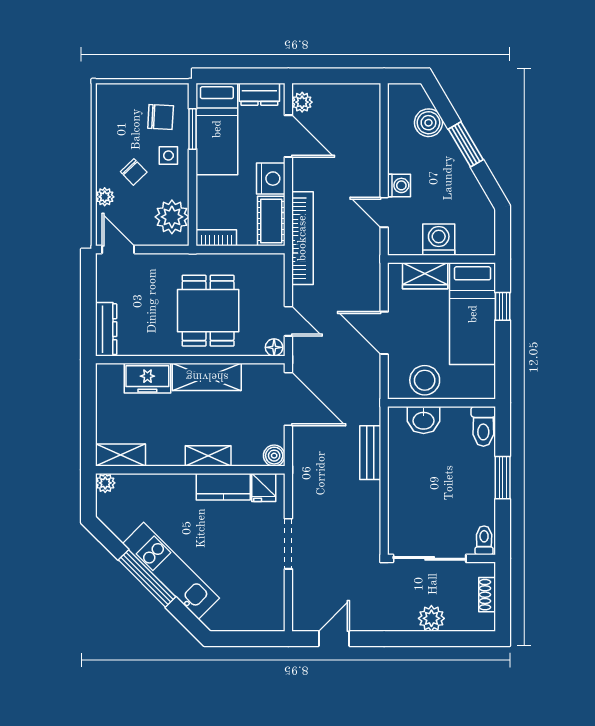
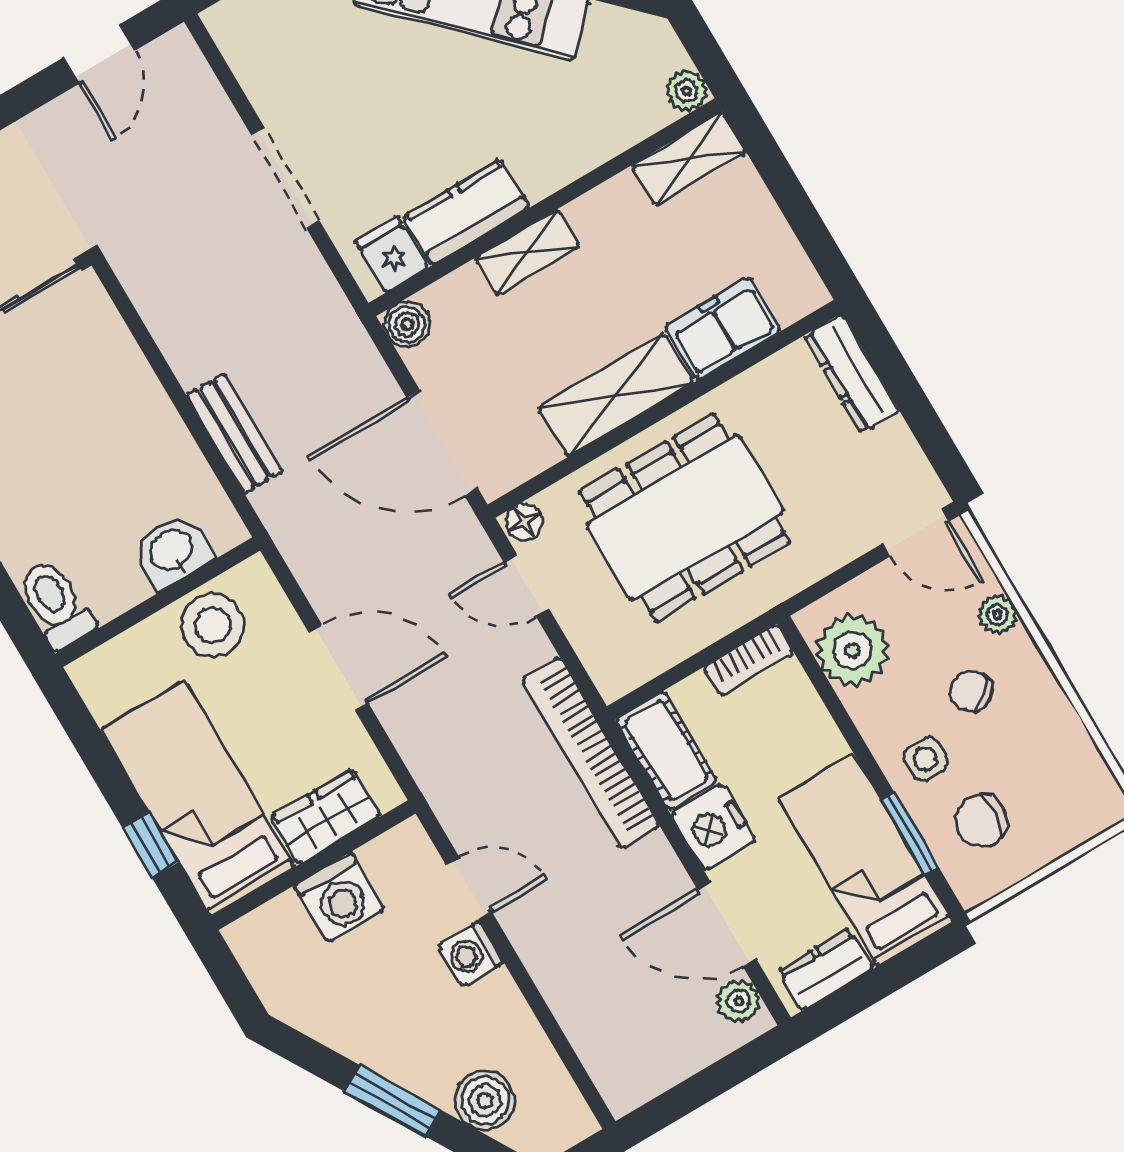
dining table: (208, 311) -> (685, 518), width x1.38

